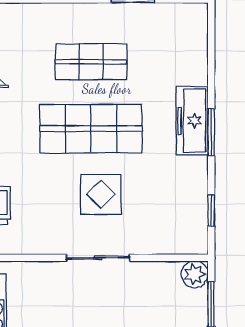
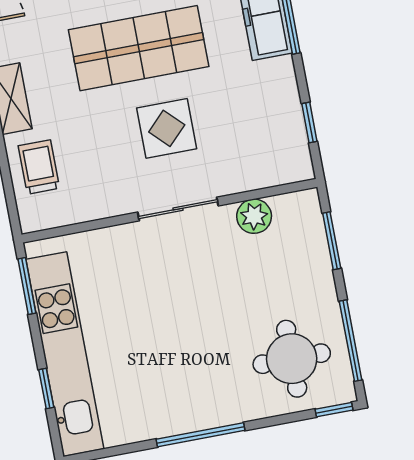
plant: (195, 274) -> (254, 216), moved

